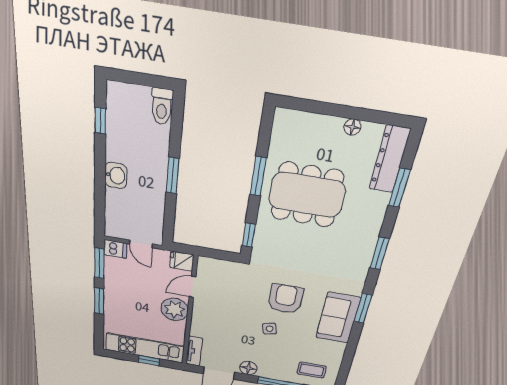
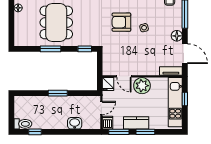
toilet: (162, 106) -> (23, 124), moved
washbasin: (116, 175) -> (75, 123), moved
kitchen counter: (114, 291) -> (136, 123), added

